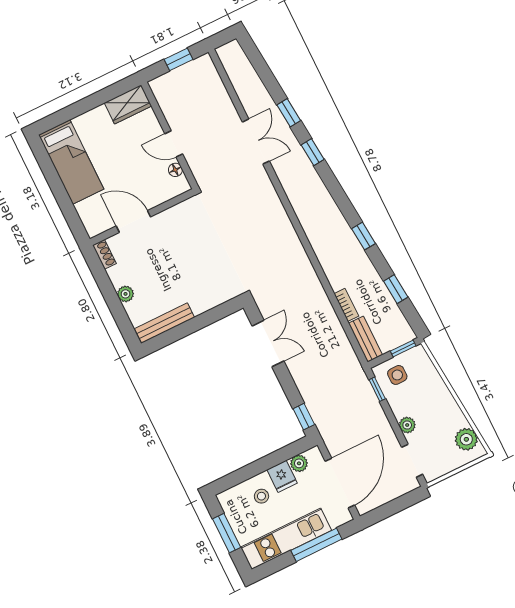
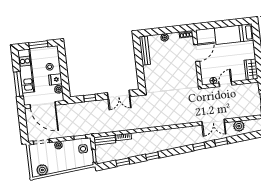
plant: (246, 89) -> (239, 126), added
window: (304, 417) -> (90, 98), moved

